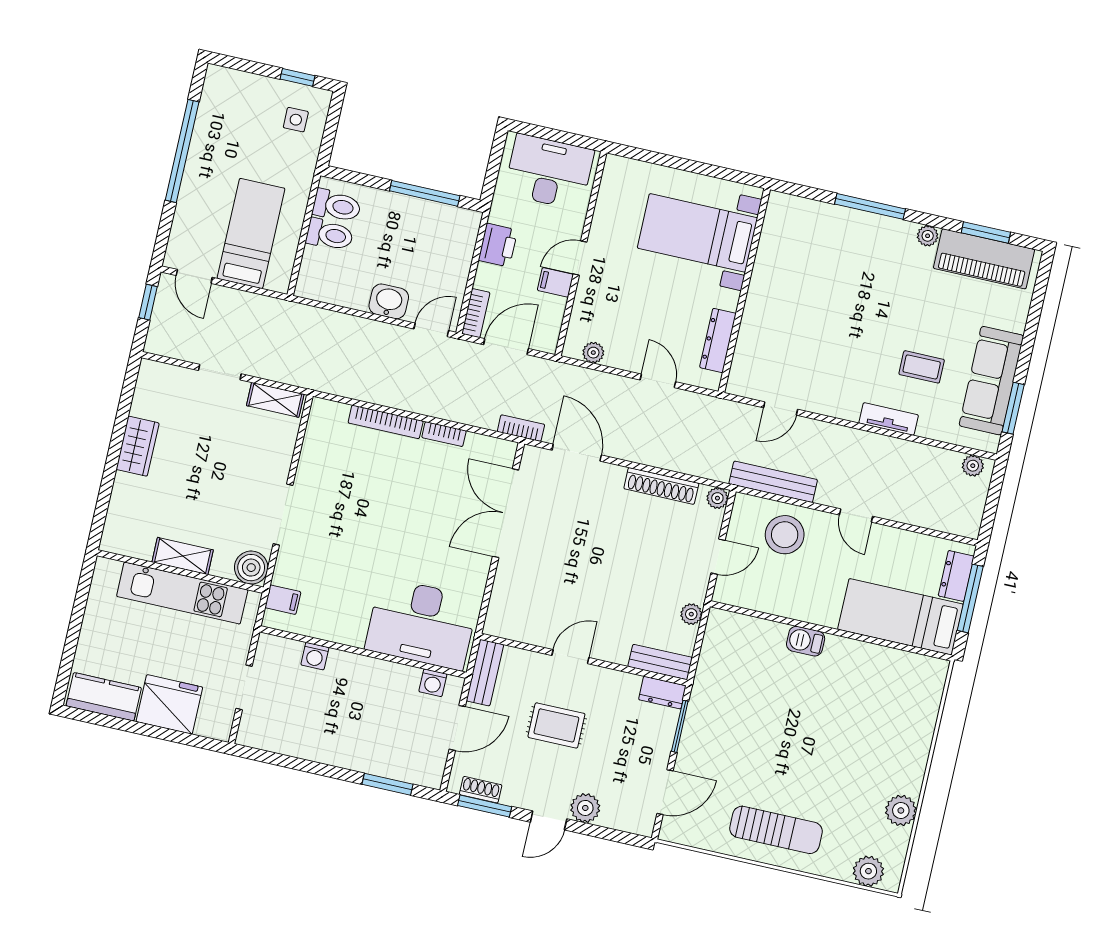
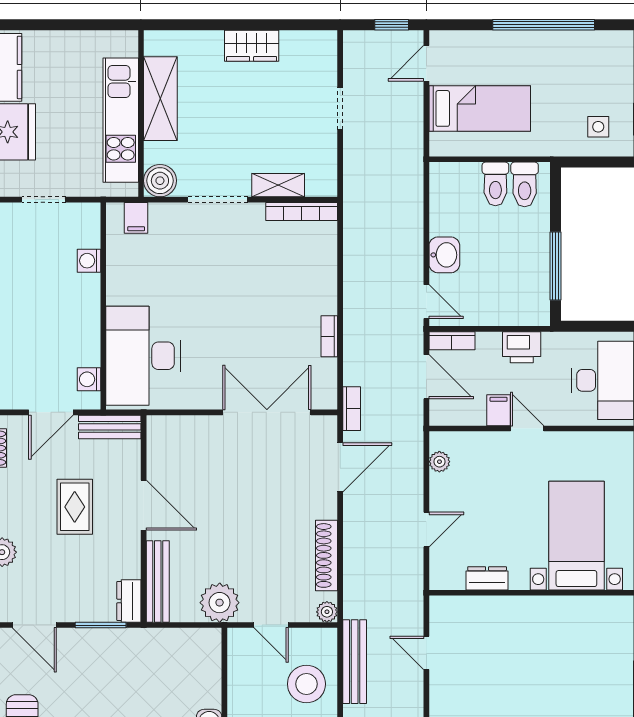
dresser: (718, 340) -> (487, 578), width x0.70
shelving: (275, 400) -> (278, 185), moved, turned 90
bookcase: (386, 422) -> (302, 212), moved, turned -90
shelving: (183, 556) -> (160, 99), width x1.50, depth x1.33
plant: (691, 614) -> (220, 603), width x1.88, depth x1.88
door: (570, 657) -> (144, 505), width x1.38
bench: (660, 662) -> (158, 581), width x1.36
door: (457, 728) -> (51, 412), hinge flipped

